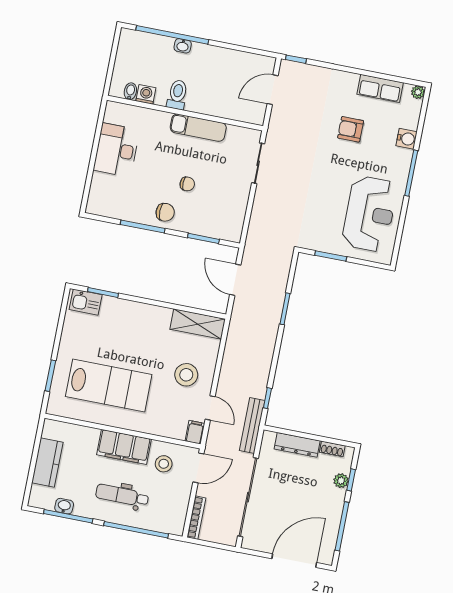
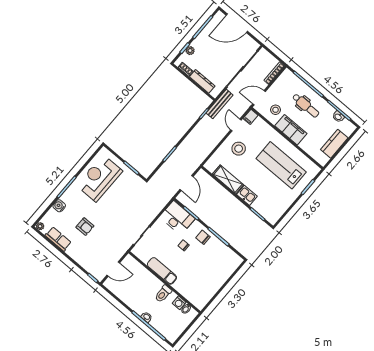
desk: (116, 150) -> (177, 218), moved, turned -90
kitchen sink: (86, 302) -> (247, 195), moved
shelving: (198, 324) -> (228, 179), moved

